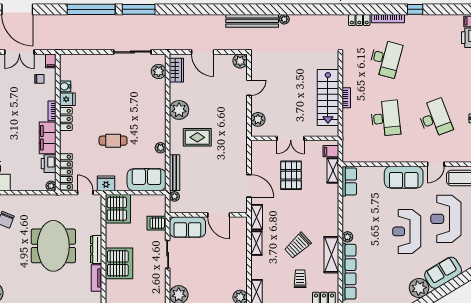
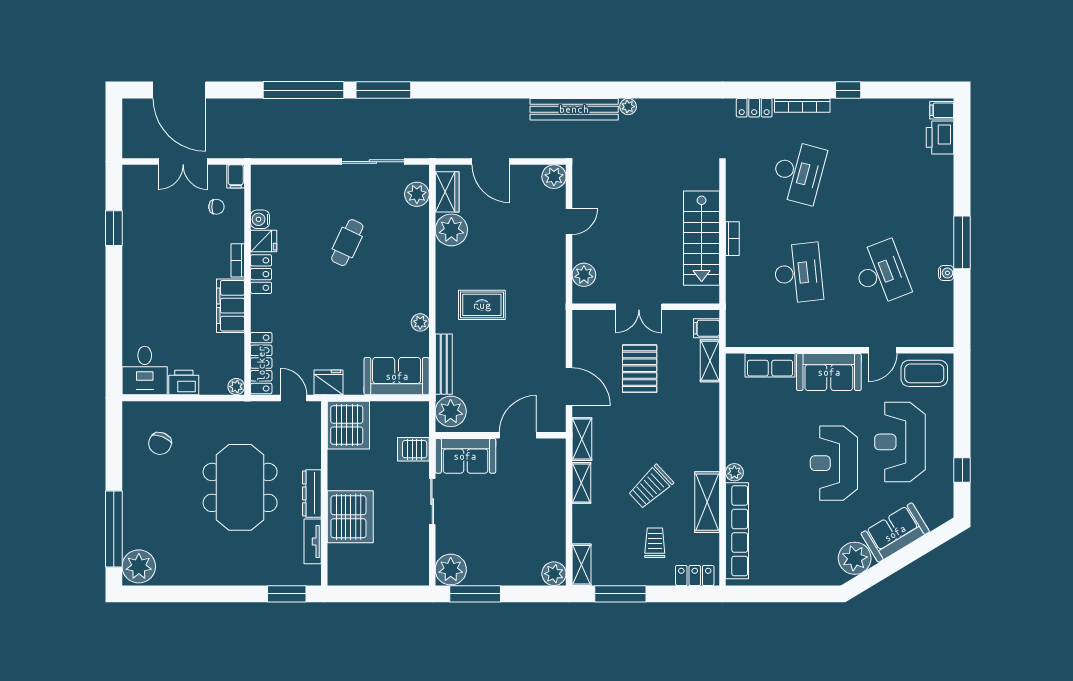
plant: (179, 110) -> (451, 230), moved
cafe table: (113, 141) -> (347, 243), moved, turned -65
printer: (49, 164) -> (184, 383), moved, turned 90
row of seats: (349, 181) -> (770, 365), moved, turned 90
plant: (174, 196) -> (451, 411), width x1.88, depth x1.88
door: (219, 215) -> (518, 435), swing flipped

